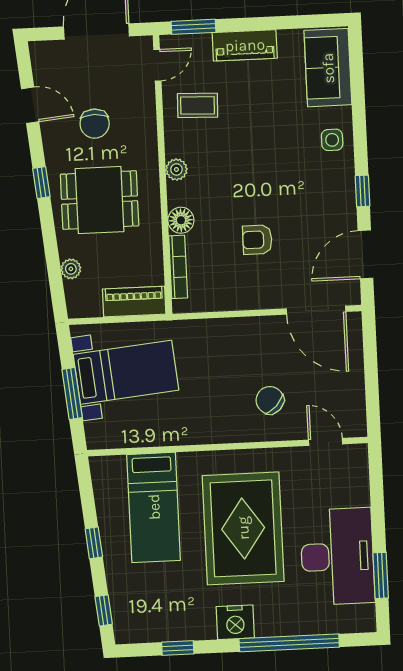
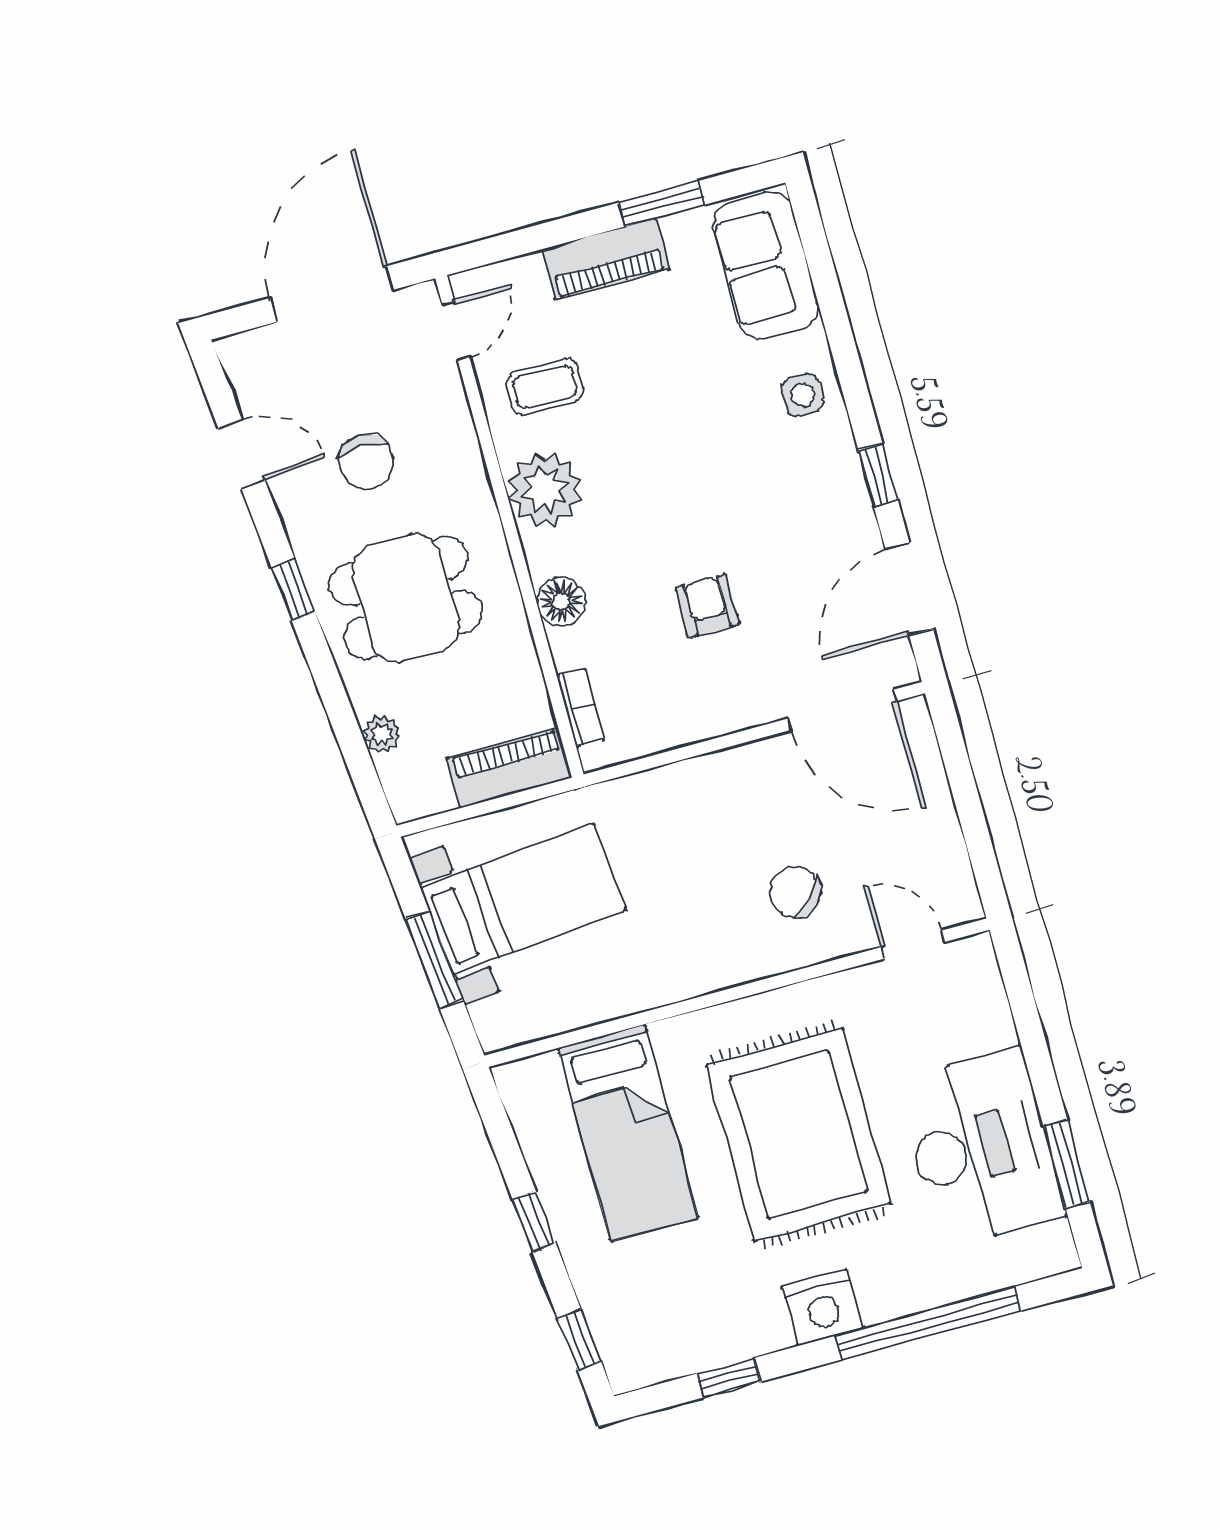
window: (194, 27) -> (662, 204), moved
plant: (176, 169) -> (545, 490), width x1.88, depth x1.88
armchair: (257, 240) -> (707, 606), turned 90
bookcase: (178, 267) -> (581, 708), width x0.64

